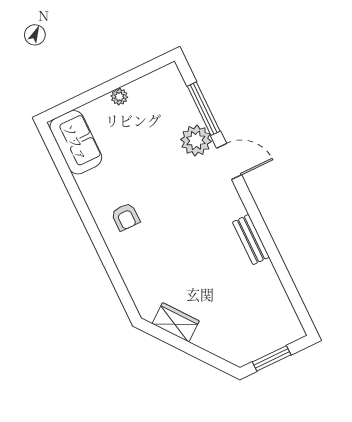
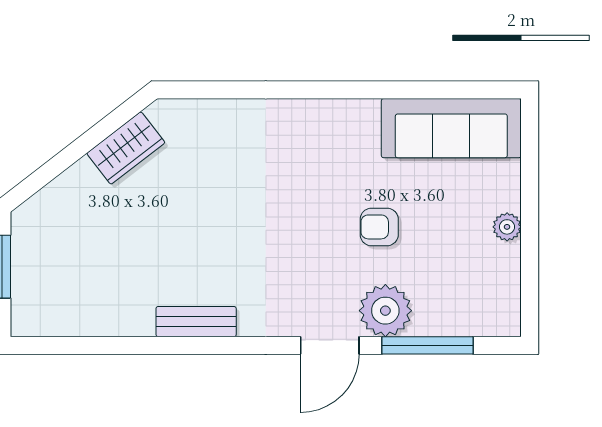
sofa: (76, 142) -> (451, 128), width x1.36
armchair: (125, 217) -> (379, 227), moved

